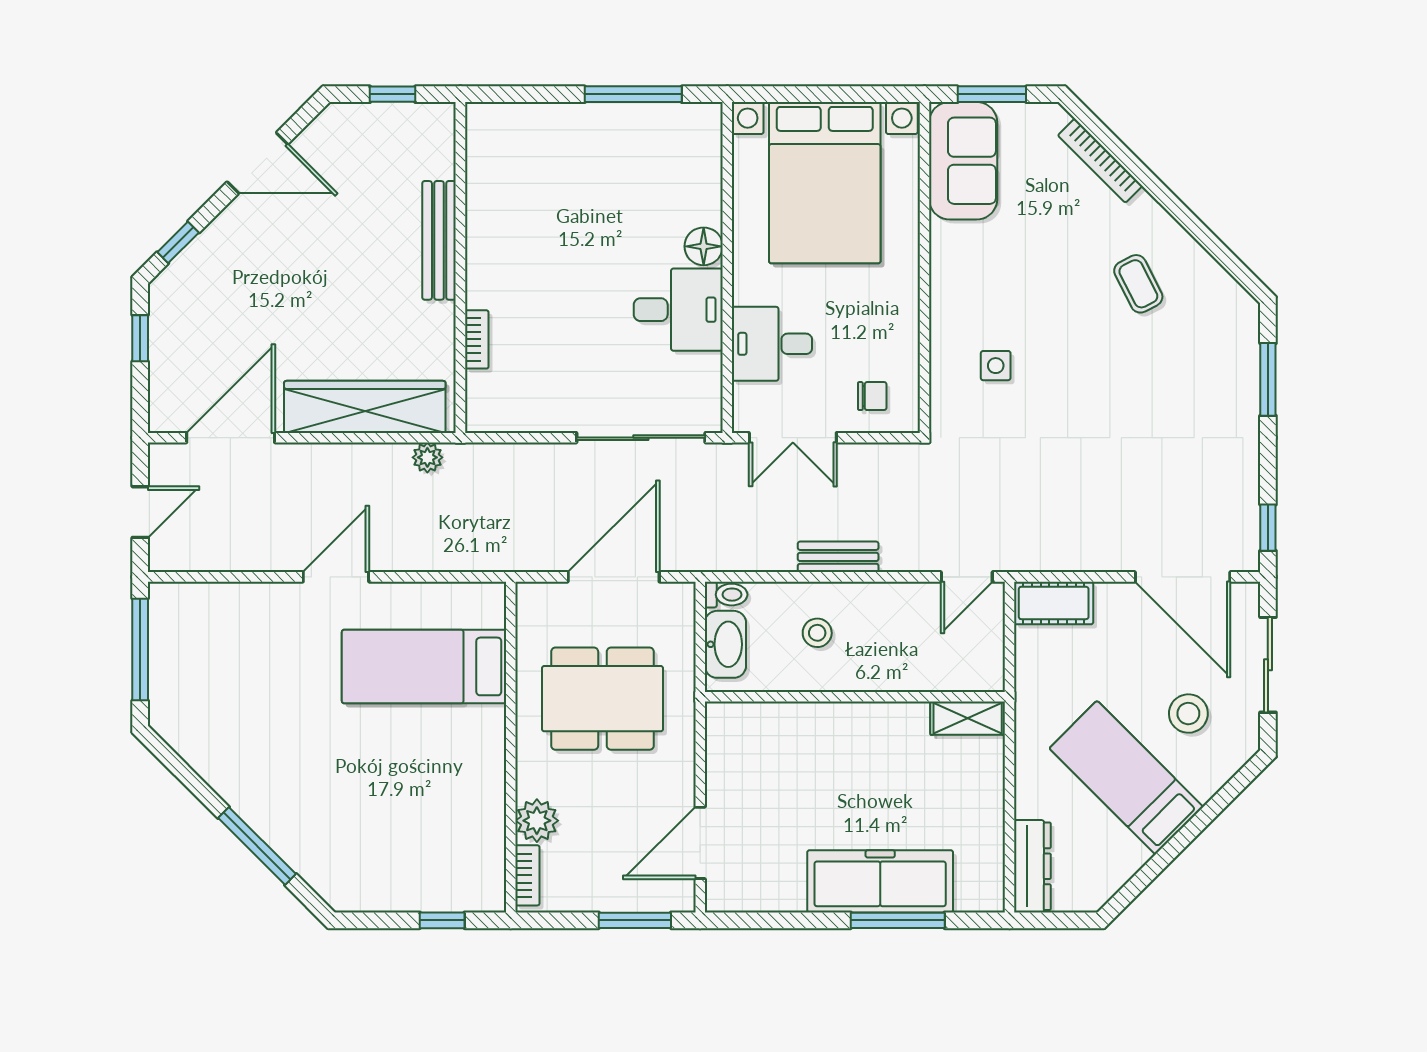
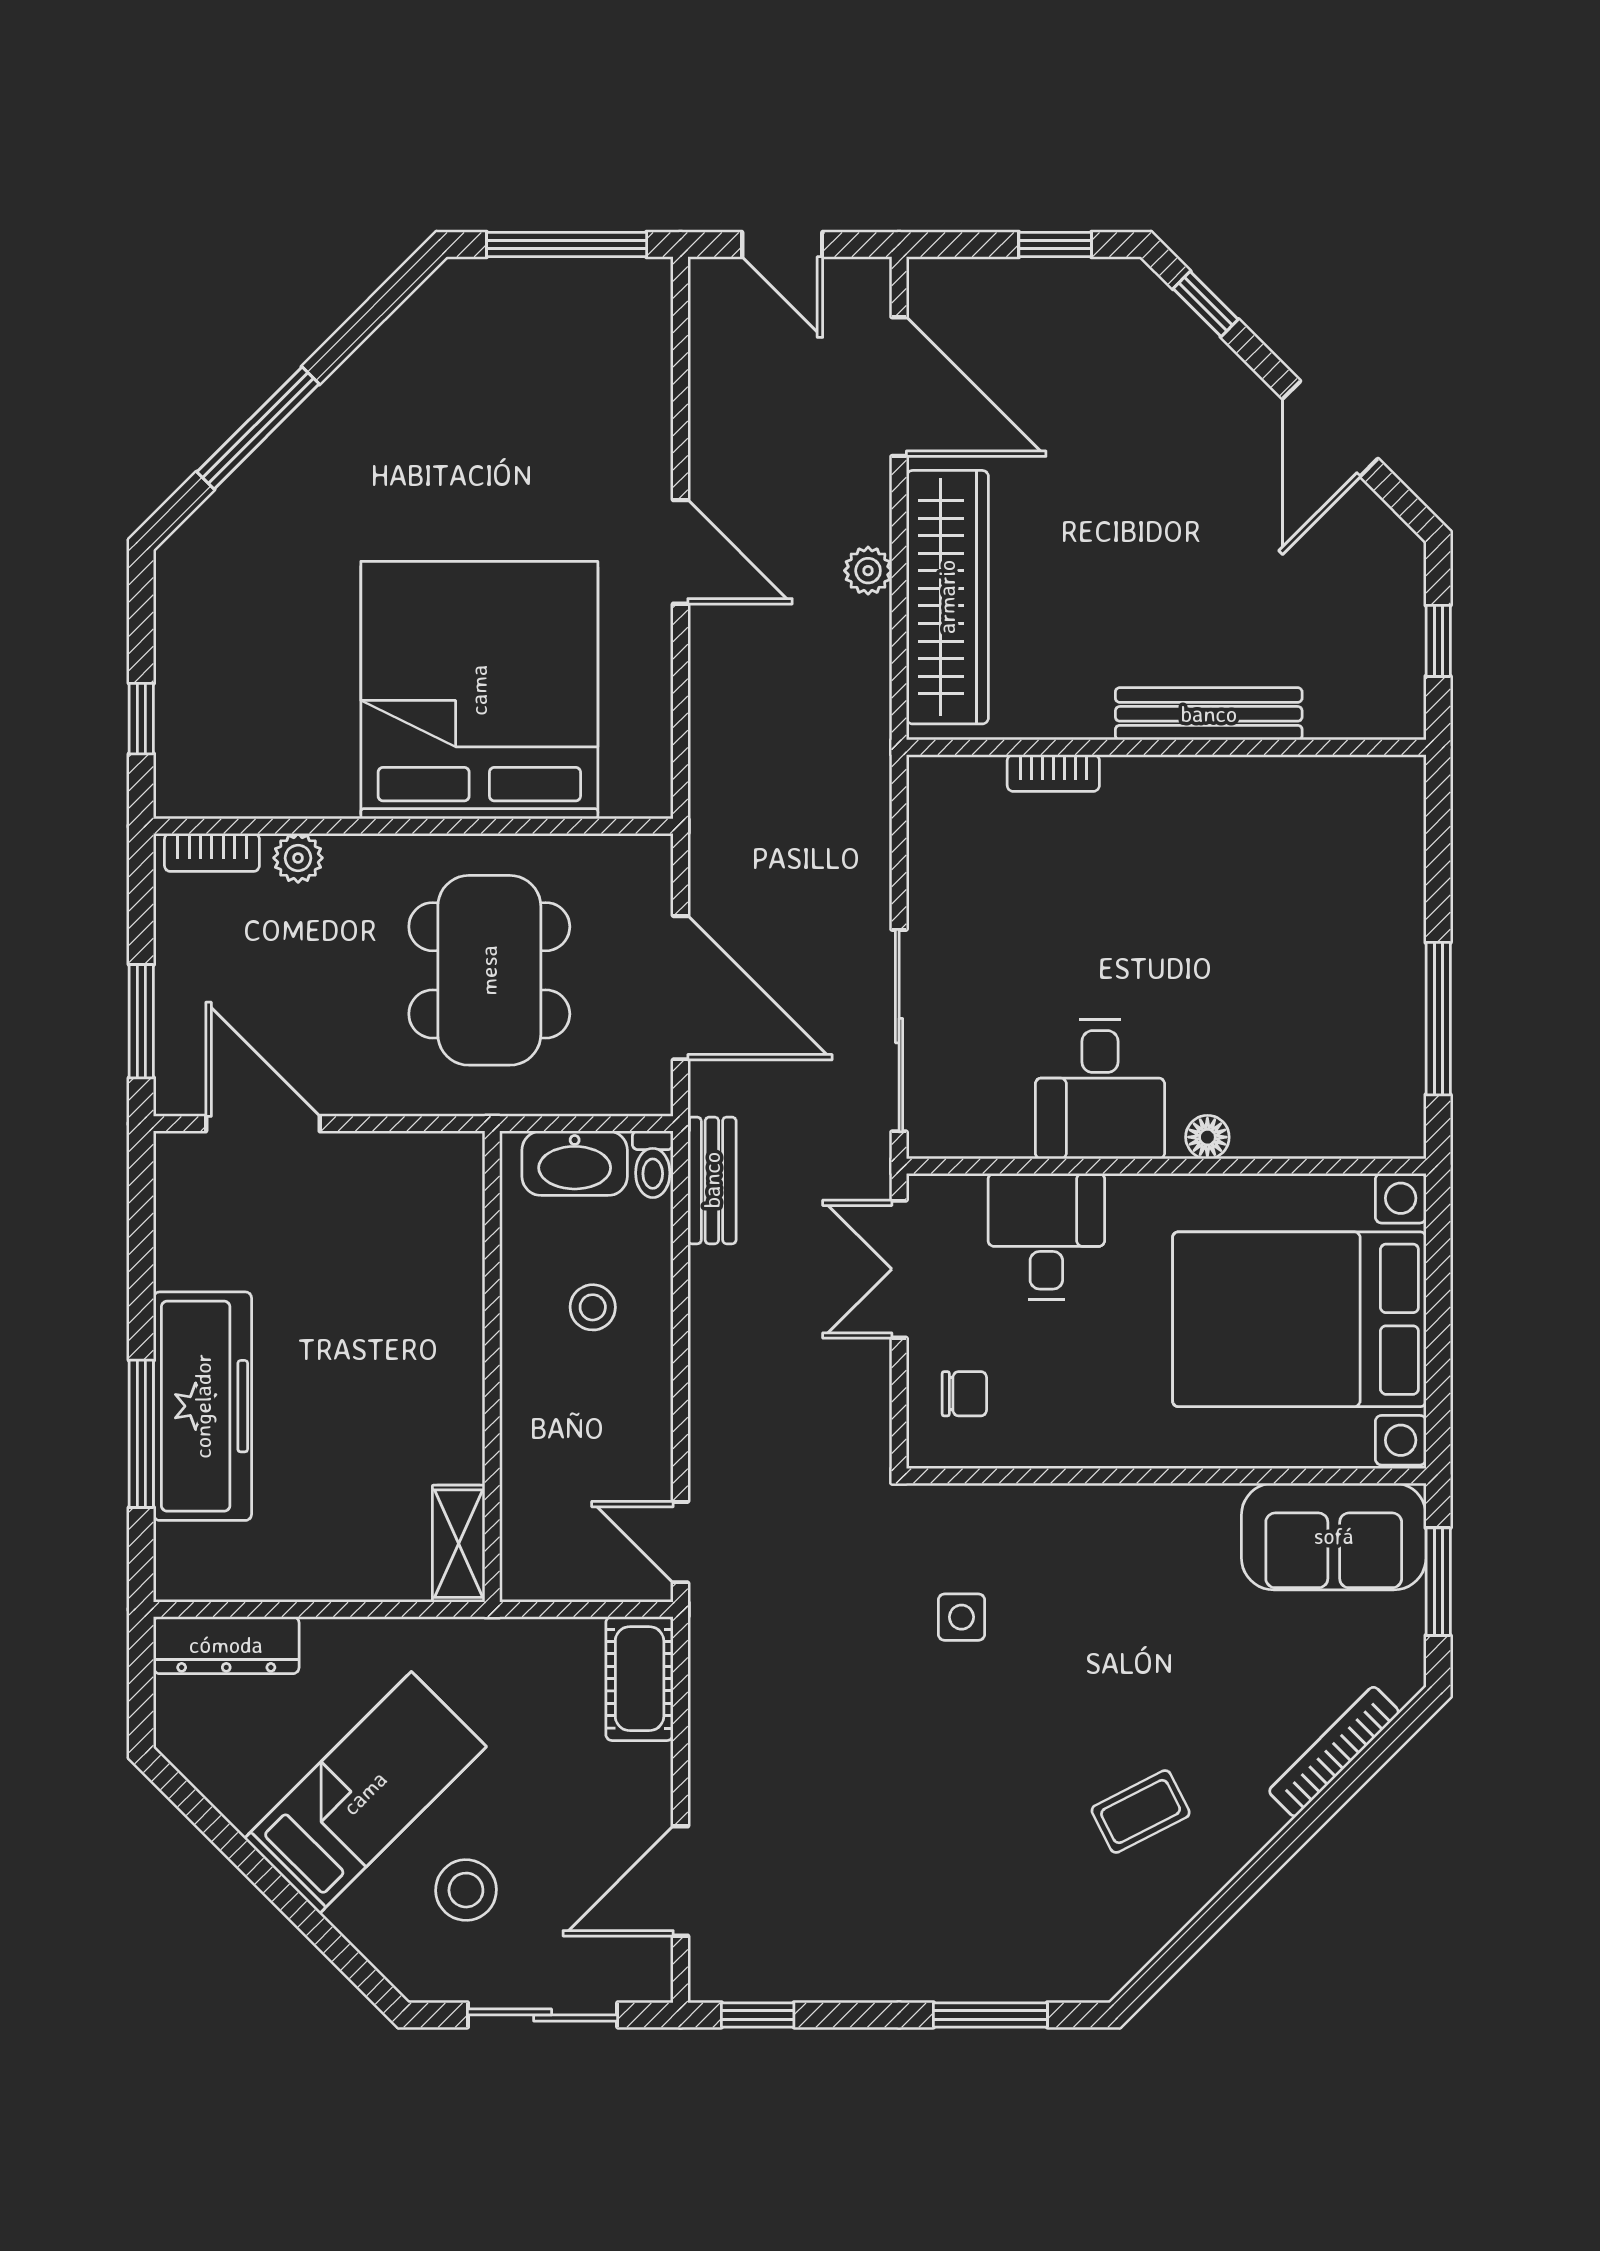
floor lamp: (704, 246) -> (1207, 1137), width x0.73, depth x0.73
side table: (996, 366) -> (961, 1617), moved
chair: (872, 396) -> (964, 1394), turned -90
plant: (427, 457) -> (868, 571), moved
bench: (838, 557) -> (712, 1180), moved
door: (1183, 577) -> (680, 1881), width x0.73
bed: (424, 666) -> (479, 690), width x2.04
plant: (537, 821) -> (298, 858), width x0.73, depth x0.73

